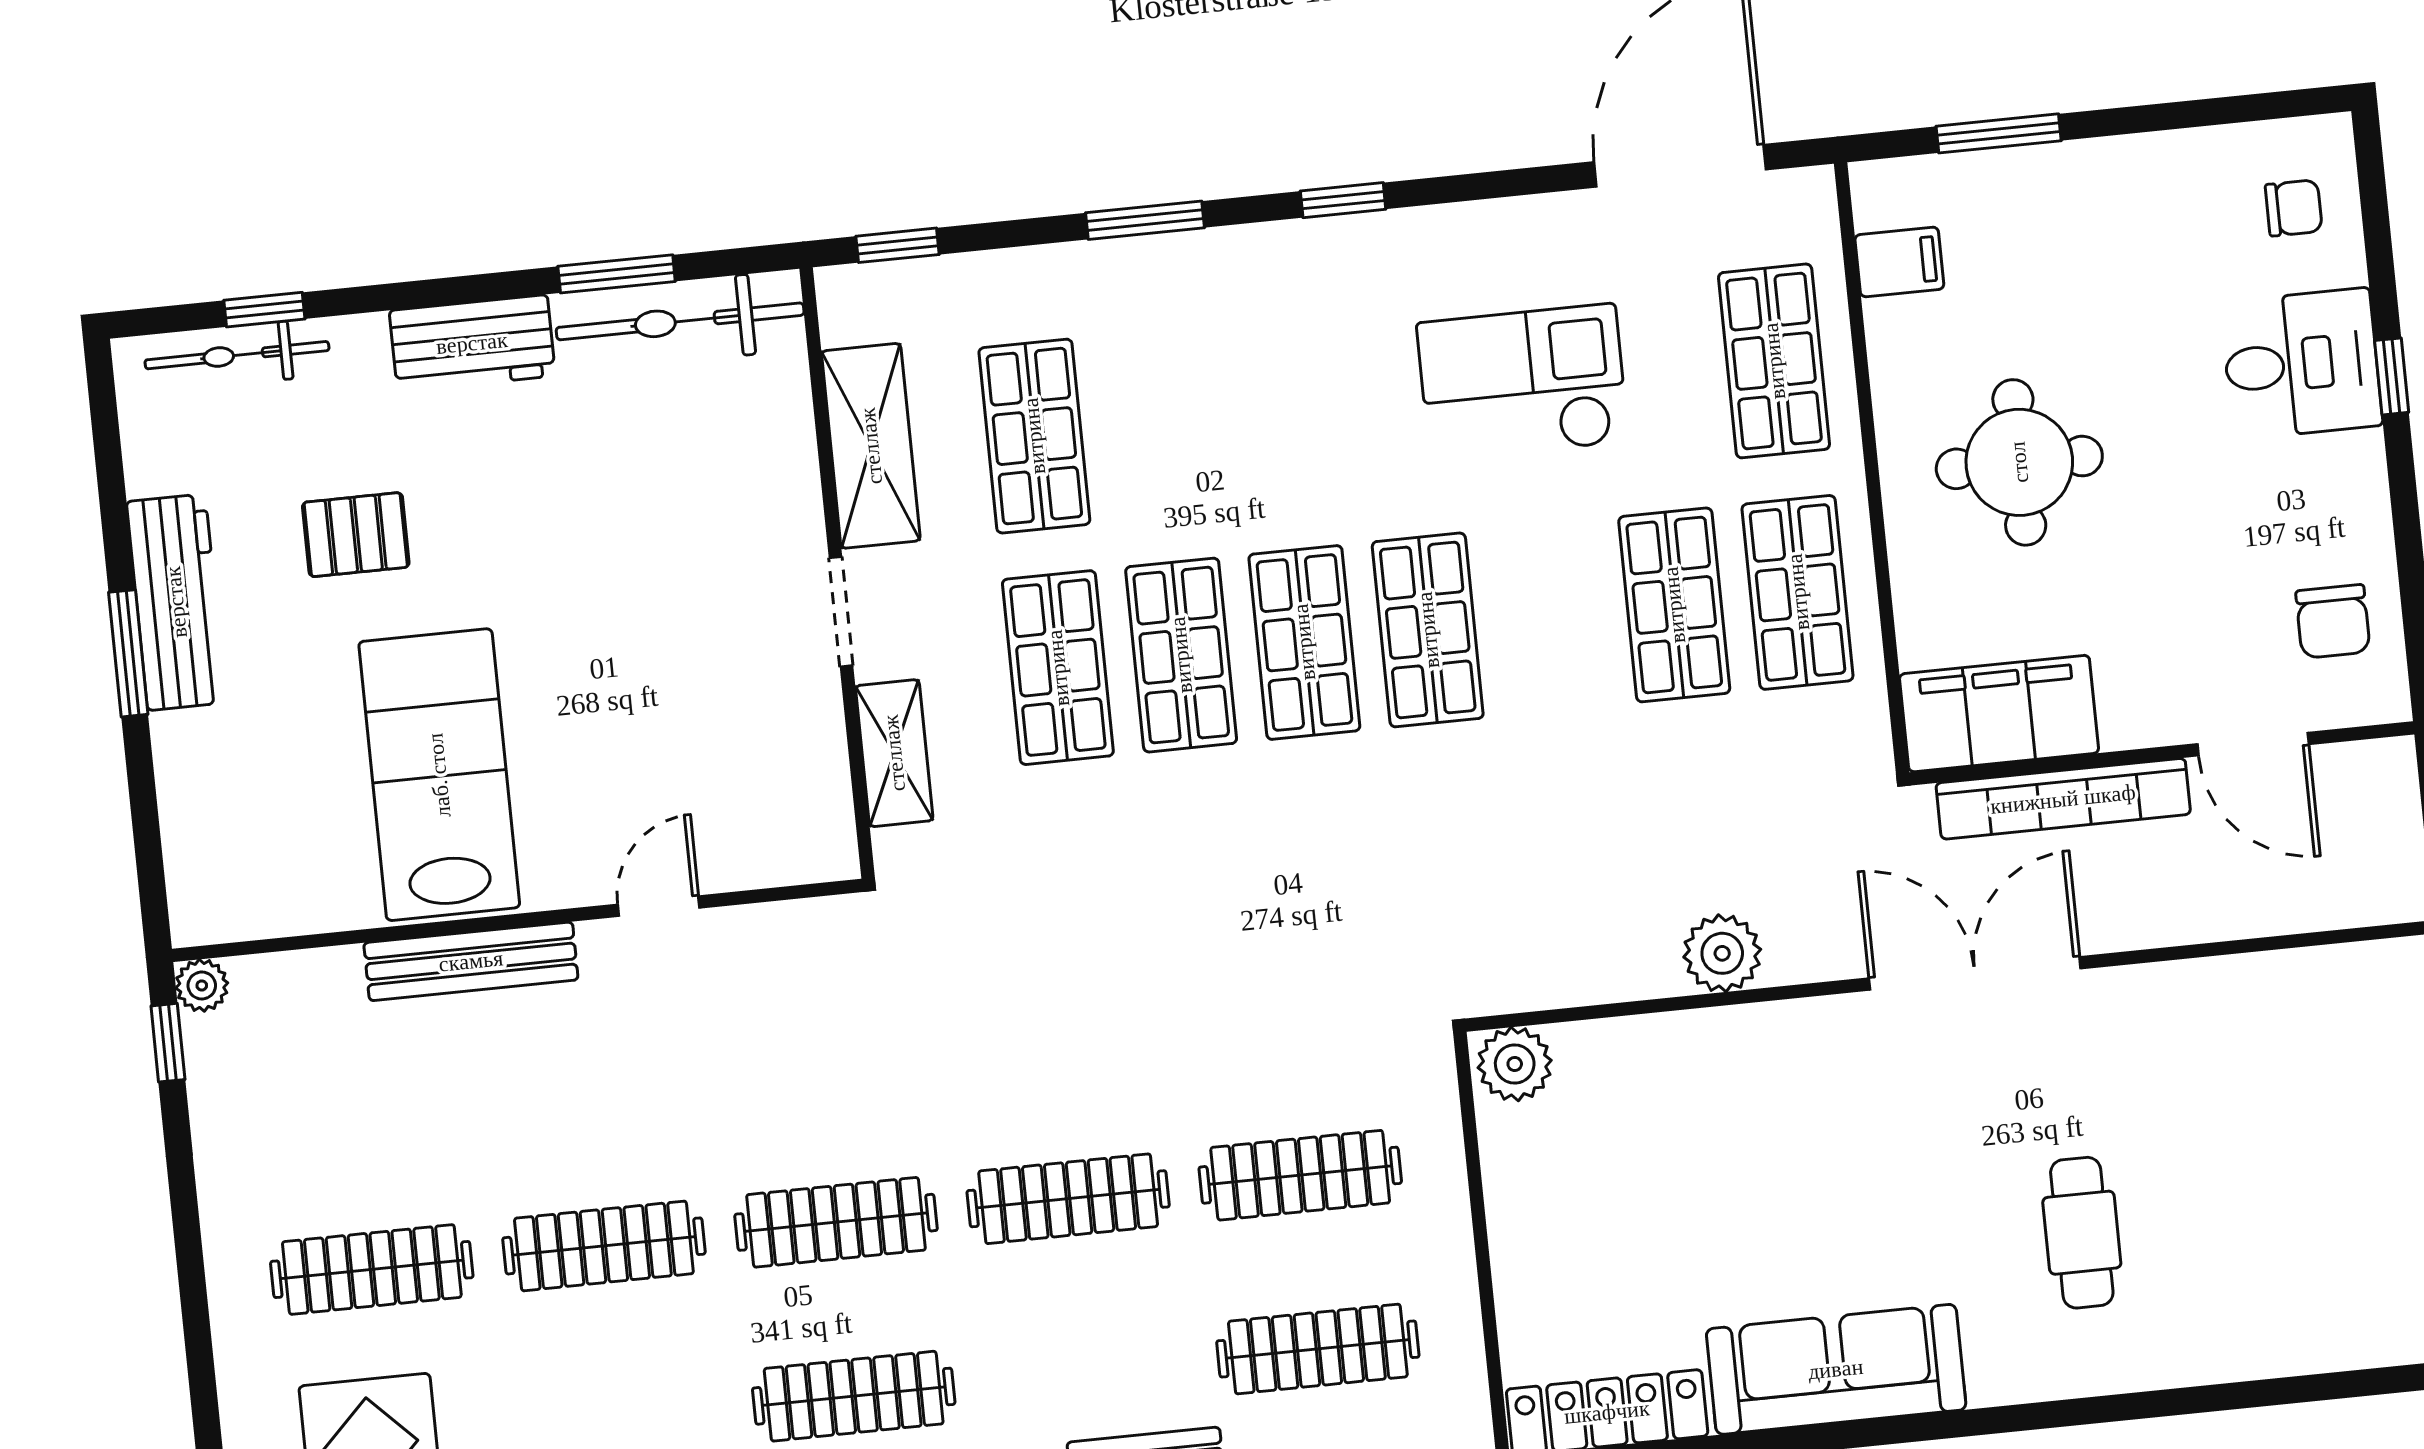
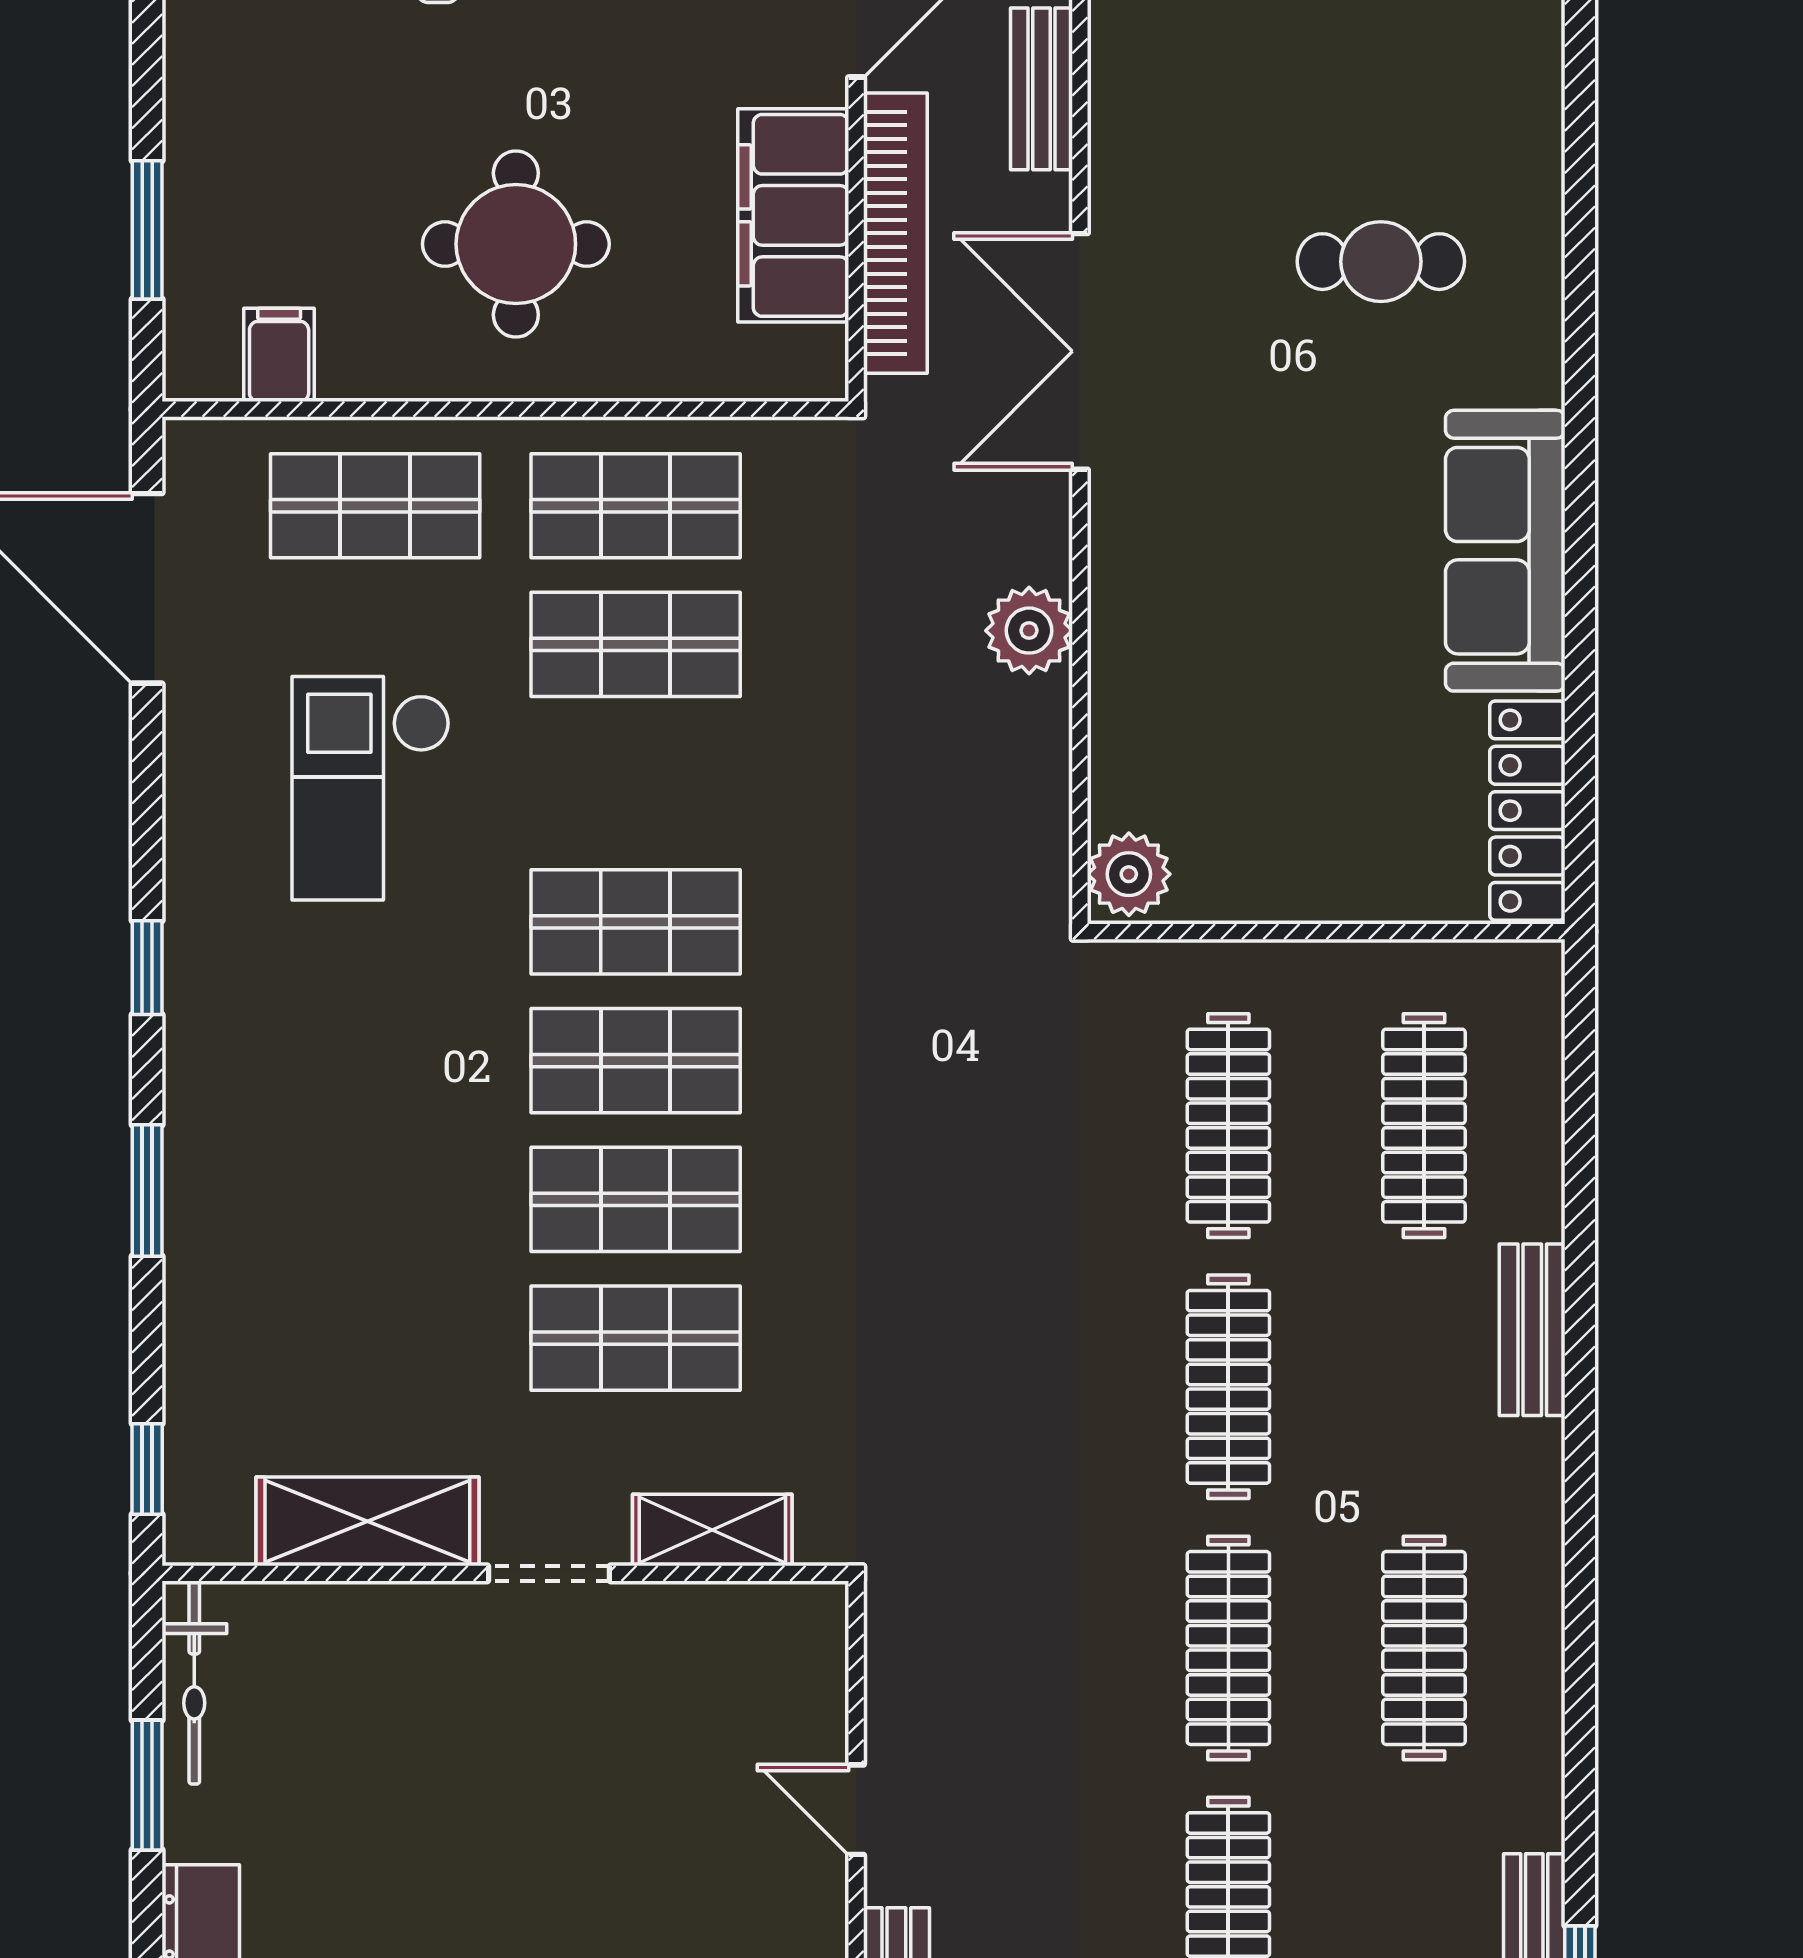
bicycle: (680, 321) -> (194, 1683), width x0.73, depth x0.71
shop shelf: (1034, 436) -> (375, 1338), removed
filing cabinet: (1999, 714) -> (793, 215), moved
bench: (2205, 916) -> (1042, 89), added

